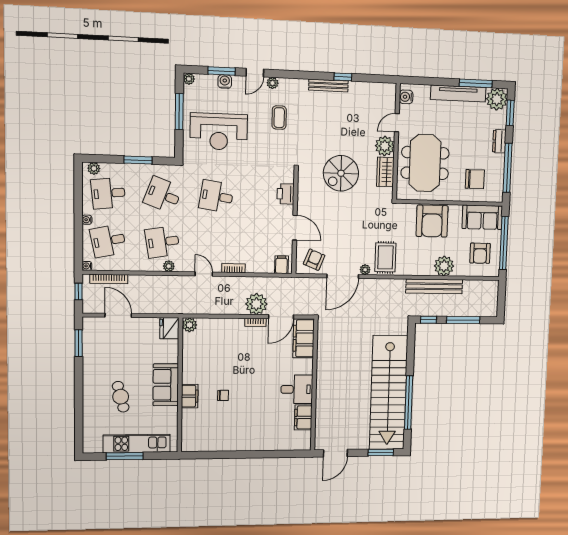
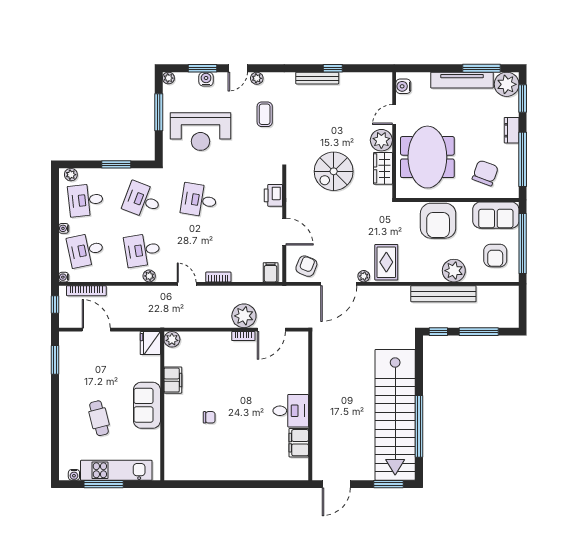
chair: (475, 179) -> (485, 173), turned -70
filing cabinet: (304, 338) -> (297, 353), removed
filing cabinet: (190, 396) -> (173, 380), moved
water cooler: (97, 448) -> (74, 475), added

